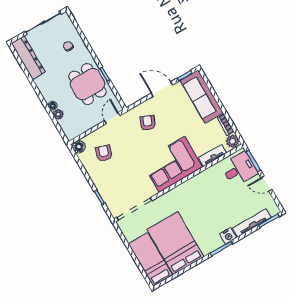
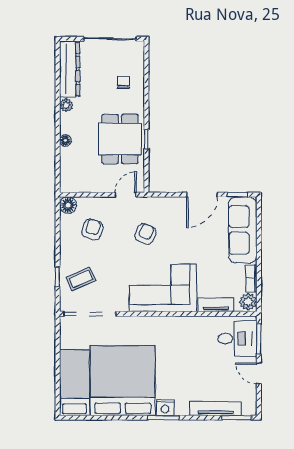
door: (162, 89) -> (202, 195), swing flipped
plant: (58, 114) -> (66, 105), moved
armchair: (148, 123) -> (146, 234), moved
coffee table: (115, 190) -> (81, 279), added
nightstand: (228, 236) -> (165, 408), moved
bed: (175, 243) -> (123, 381), width x1.36

